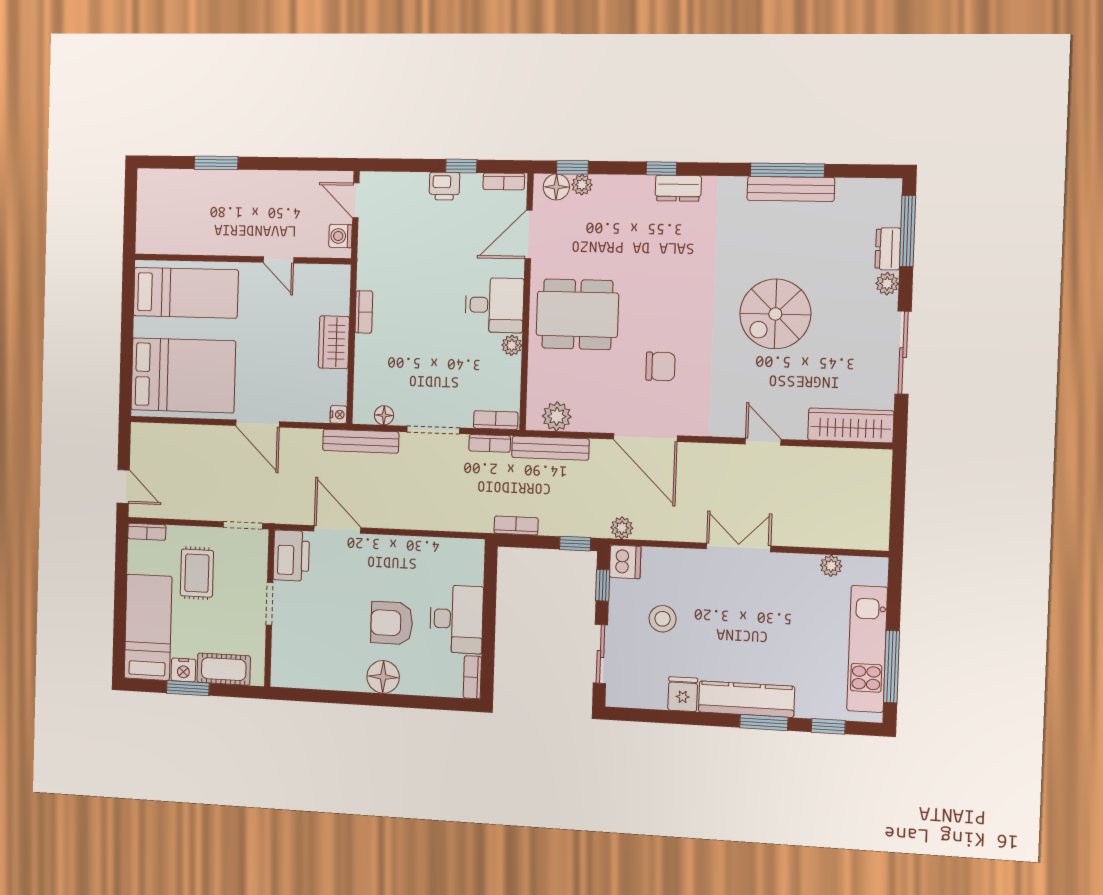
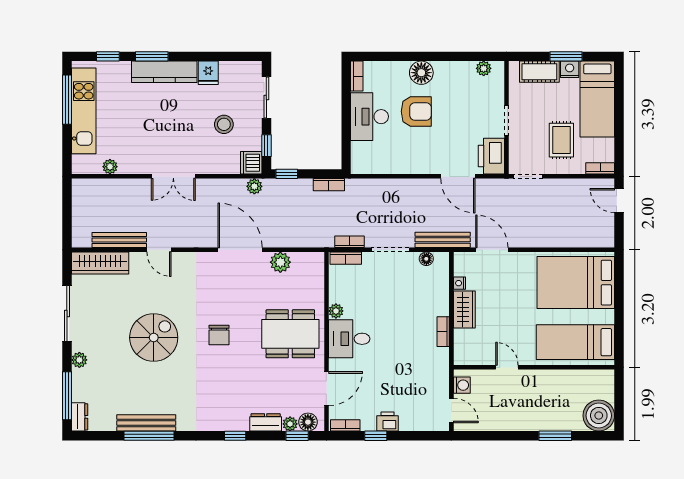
dresser: (678, 188) -> (266, 422), moved
boiler: (157, 190) -> (599, 416), added
dresser: (888, 249) -> (80, 417), moved
chair: (660, 366) -> (219, 335), moved, turned -90
nightstand: (338, 415) -> (460, 283), moved
plant: (557, 416) -> (280, 262), moved
door: (258, 424) -> (492, 250), moved
bench: (550, 448) -> (119, 240), moved
plant: (298, 678) -> (484, 68), added

